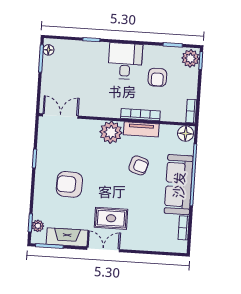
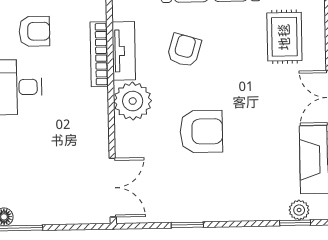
double door: (60, 116) -> (113, 188), swing flipped
armchair: (69, 184) -> (201, 131), moved, turned -92
rug: (111, 218) -> (284, 37), moved

